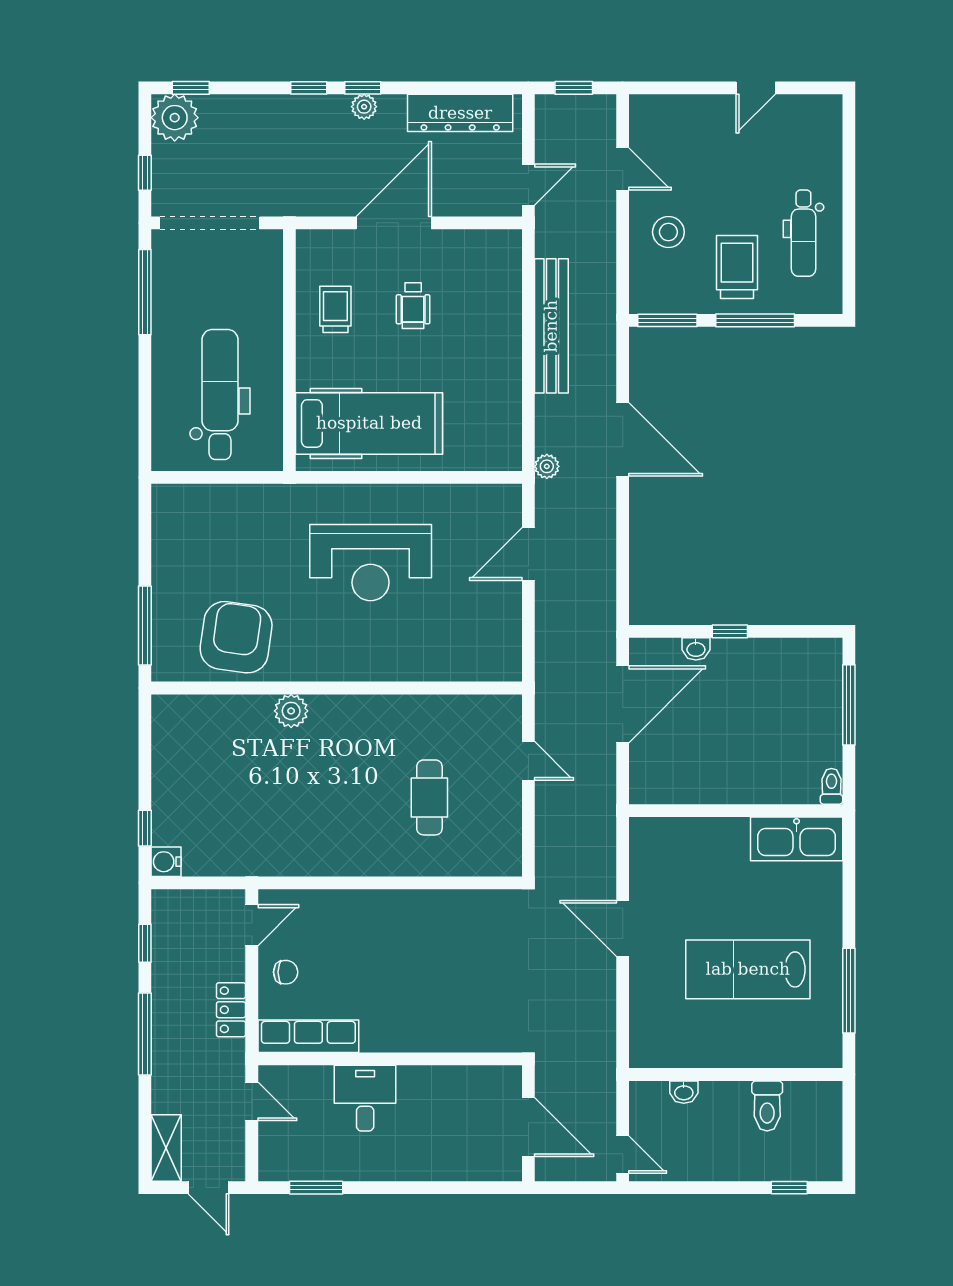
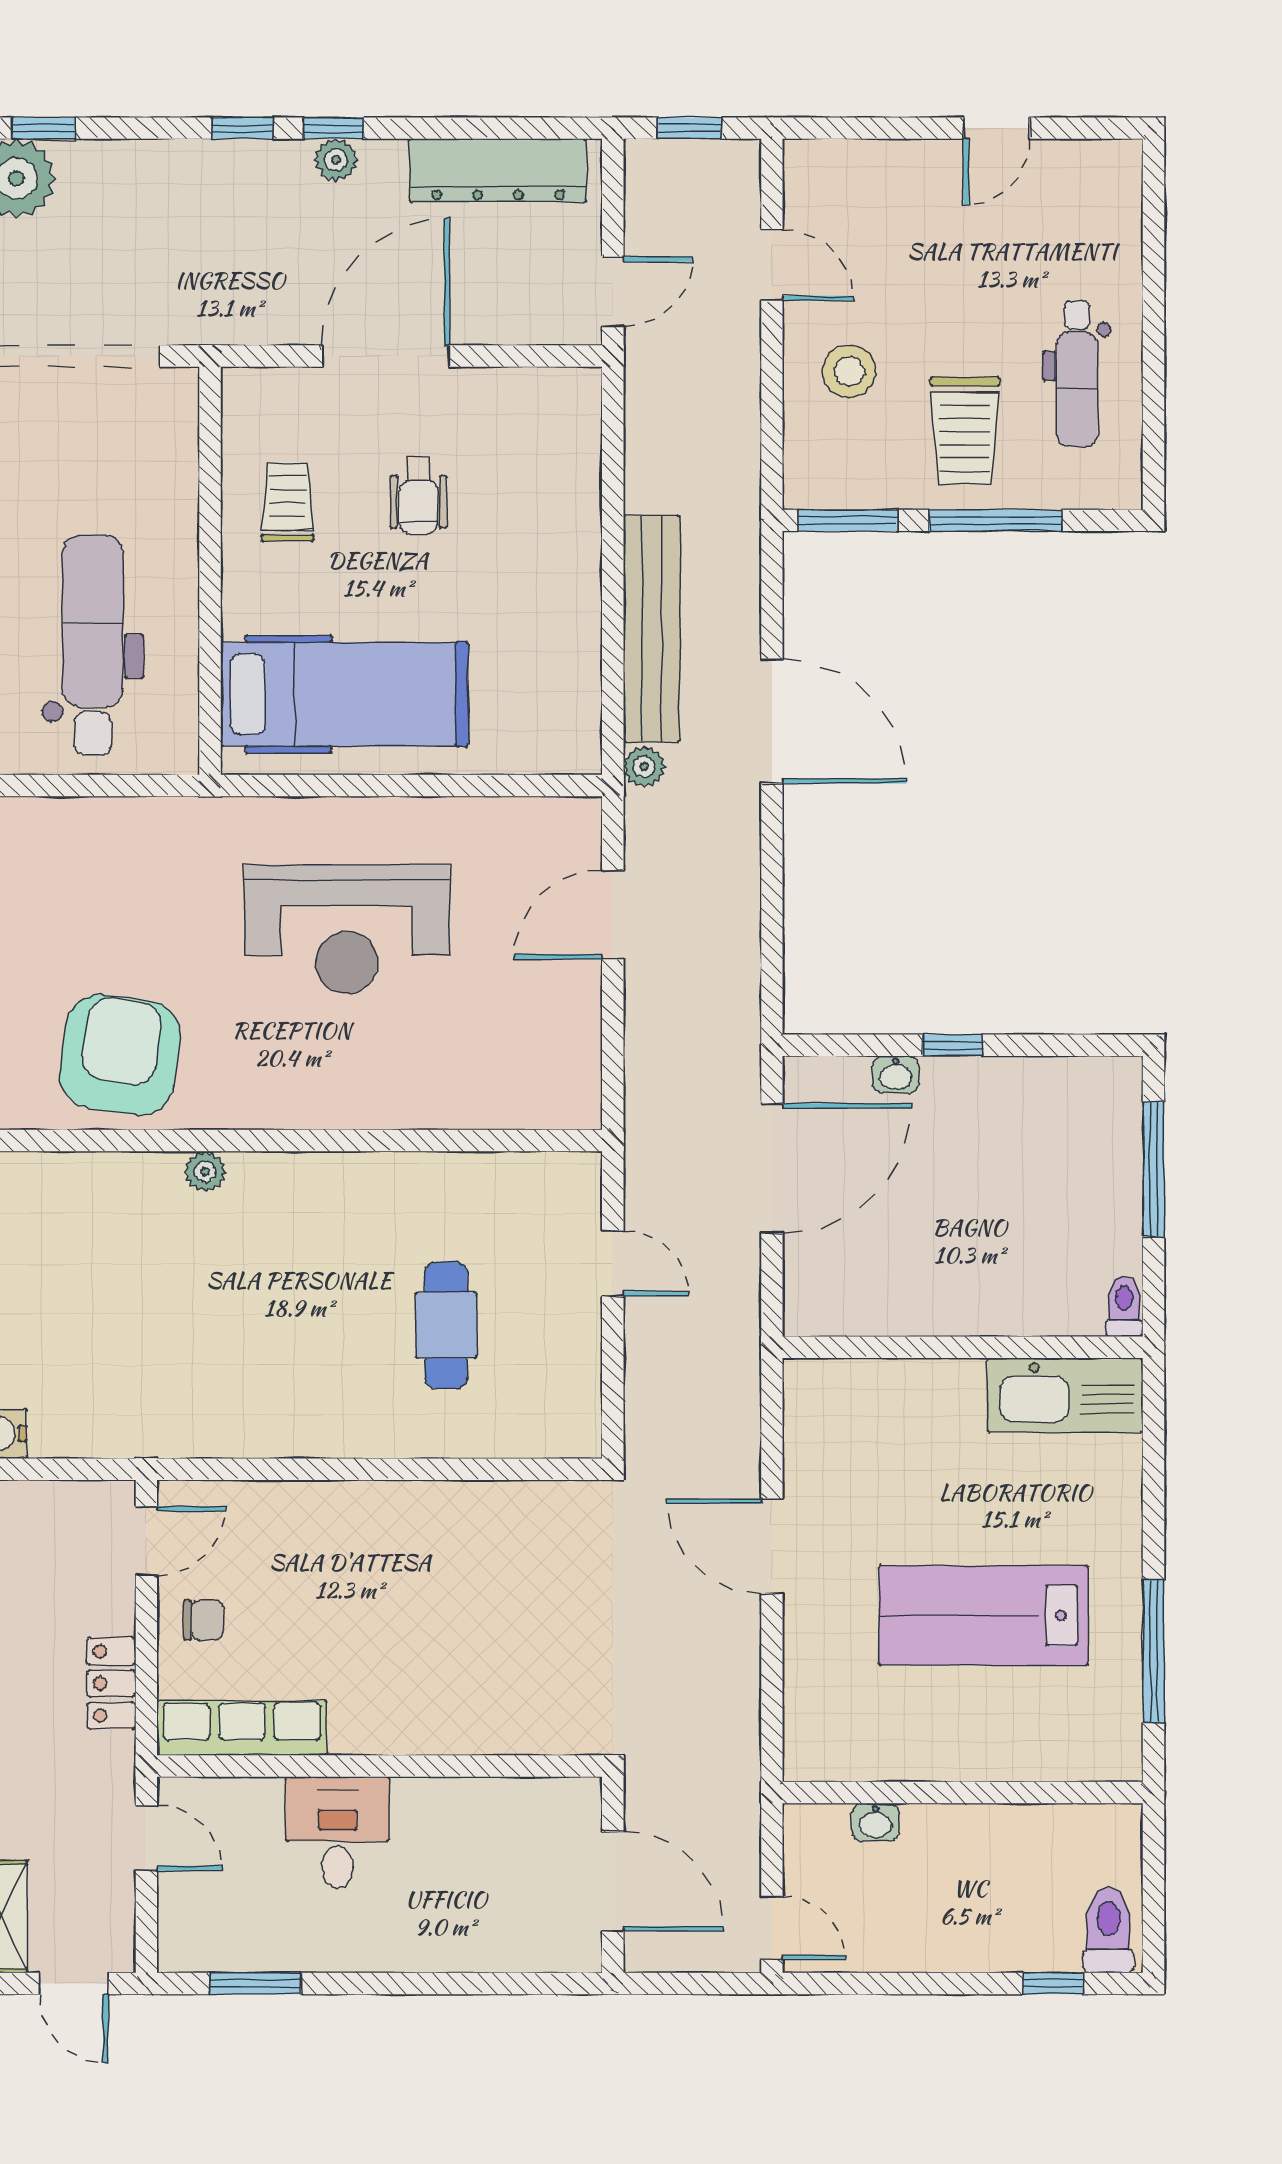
trolley: (737, 267) -> (965, 431), turned 180
bench: (551, 326) -> (652, 628), moved
plant: (291, 711) -> (205, 1172), width x0.73, depth x0.73
toilet: (767, 1106) -> (1108, 1930), moved, turned 180

